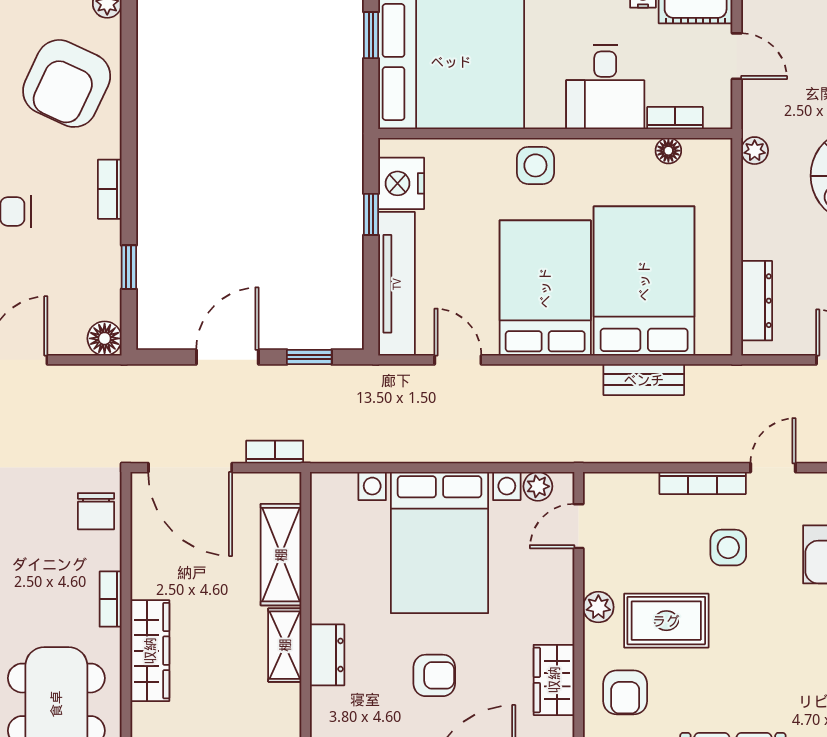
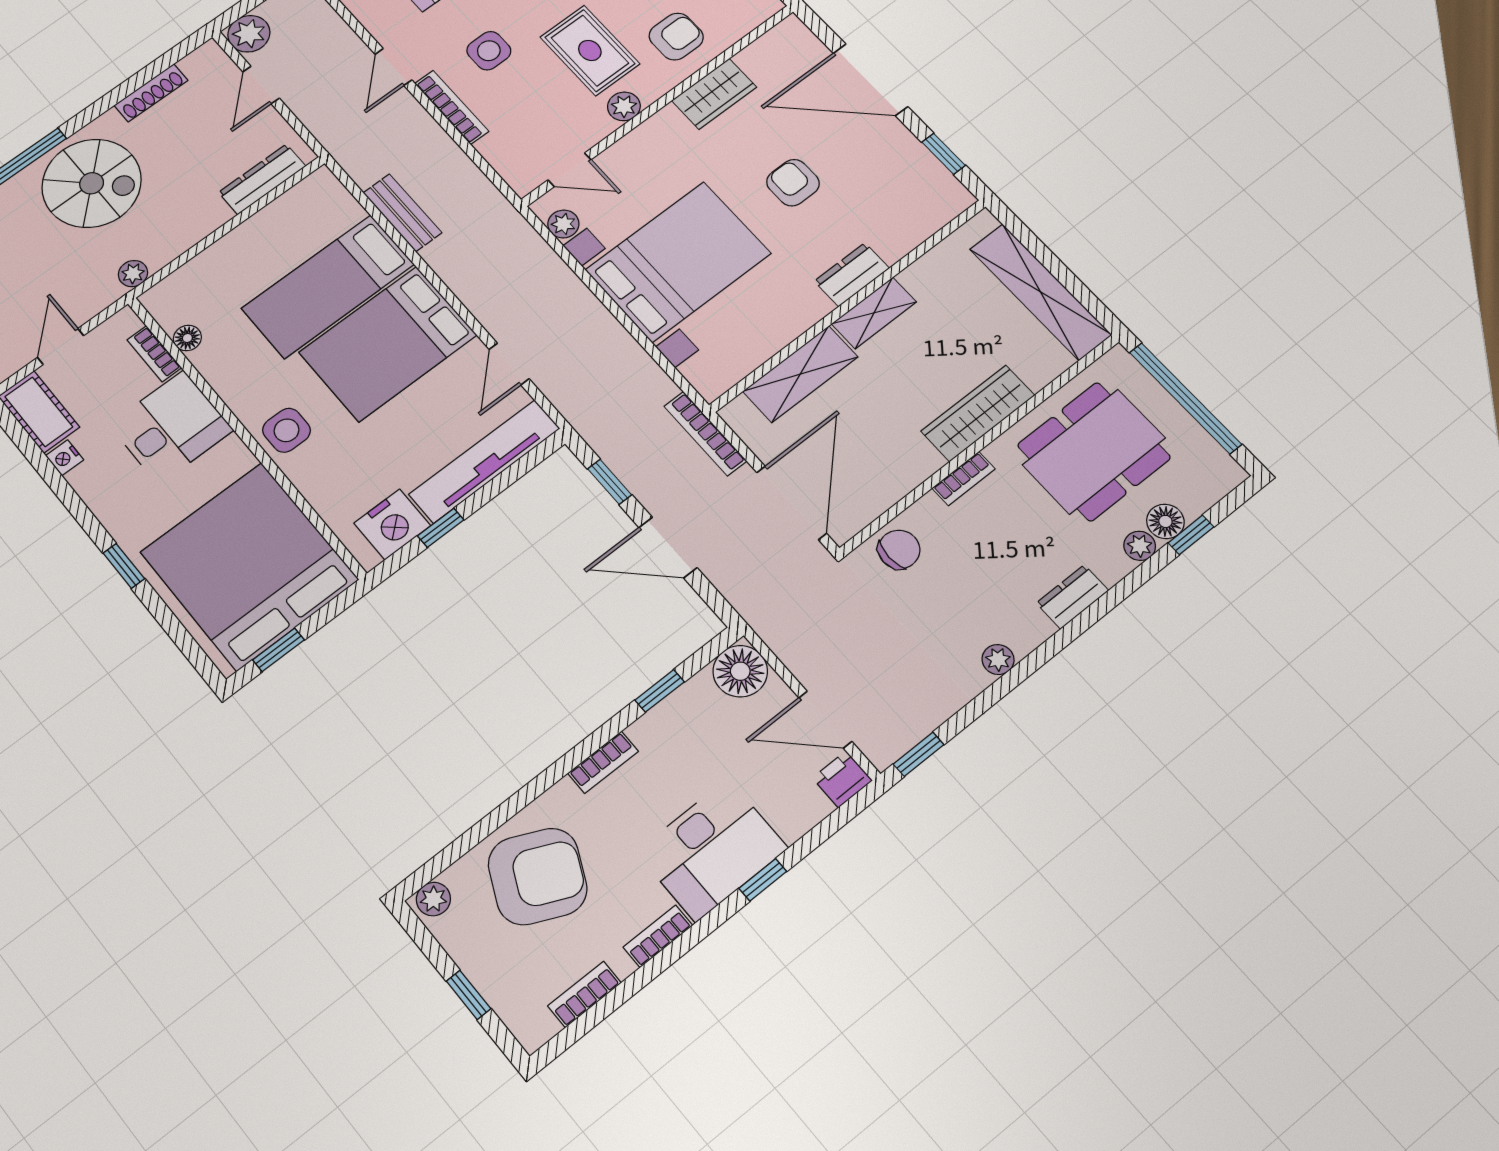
bed: (644, 281) -> (328, 286), width x0.67
floor lamp: (105, 338) -> (740, 671), width x1.38, depth x1.38
bookcase: (275, 452) -> (705, 434), width x1.56
door: (773, 468) -> (393, 67), hinge flipped

